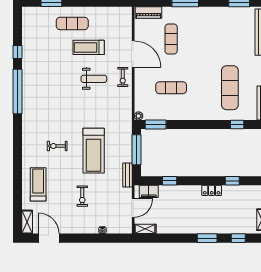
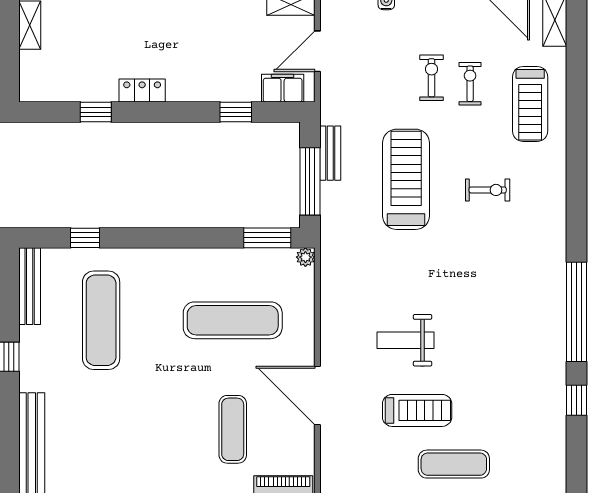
exercise bike: (123, 77) -> (470, 84), moved
exercise mat: (171, 88) -> (233, 320), width x1.36, depth x1.45
bench: (127, 175) -> (330, 153), moved

